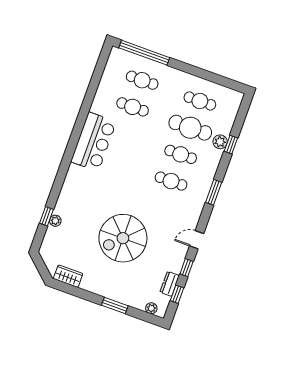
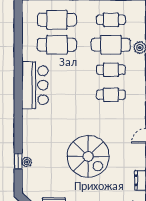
cafe table: (142, 80) -> (57, 20), width x1.37, depth x1.35
cafe table: (133, 107) -> (57, 45), width x1.37, depth x1.35
spiral stairs: (123, 238) -> (88, 156), turned -90

